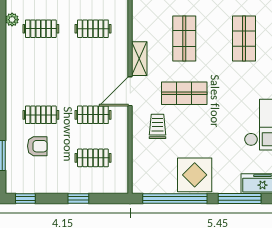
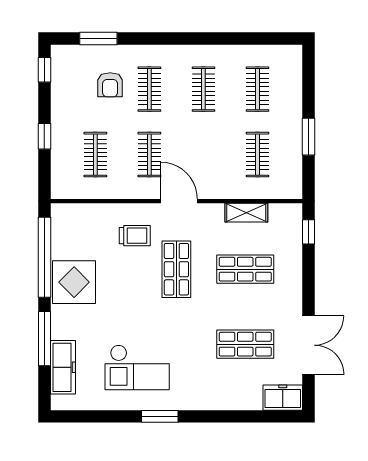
plant: (12, 20) -> (269, 53), removed
shelving: (139, 59) -> (246, 213), moved
clothes rail: (41, 72) -> (203, 89), added

